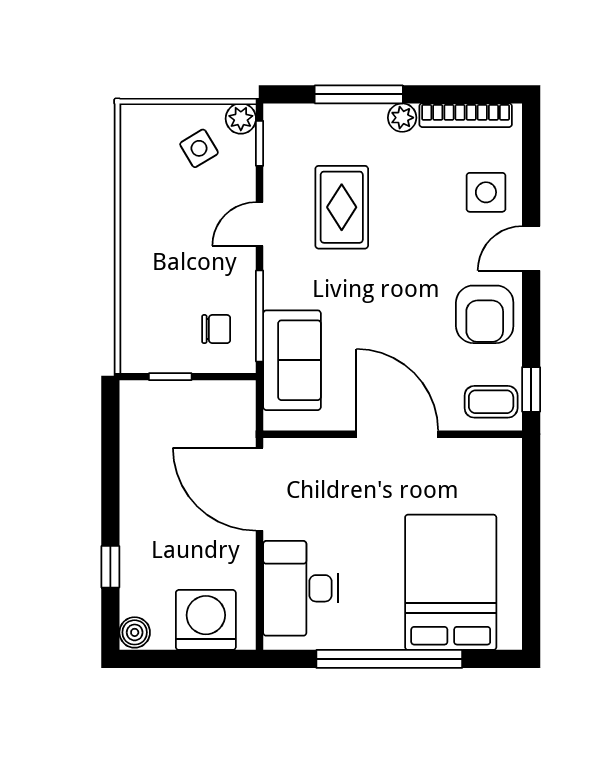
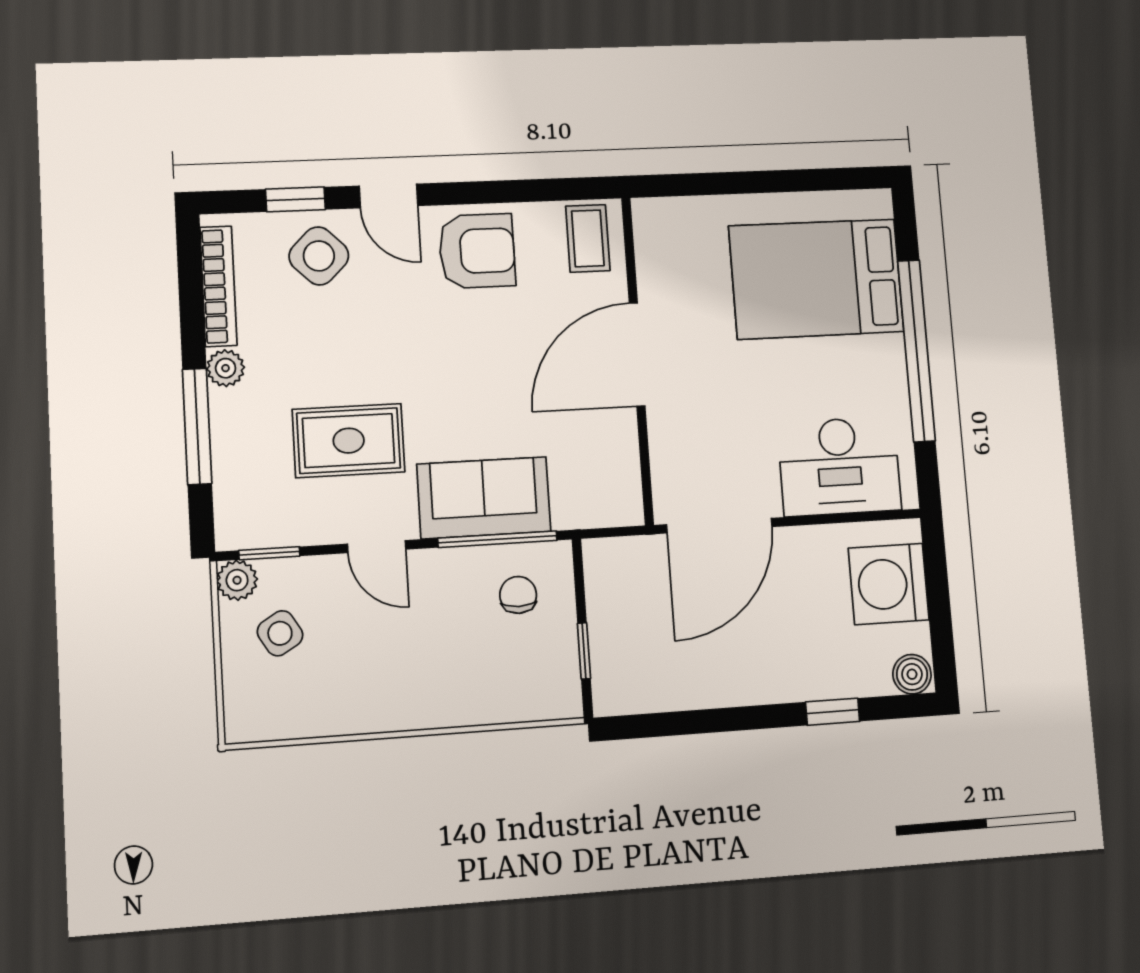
side table: (486, 192) -> (319, 256), turned 45
sofa: (292, 360) -> (484, 498), moved
window: (531, 389) -> (295, 199), moved

